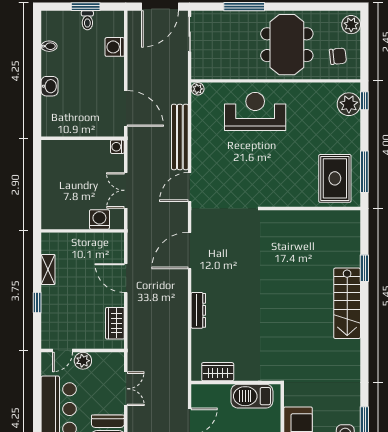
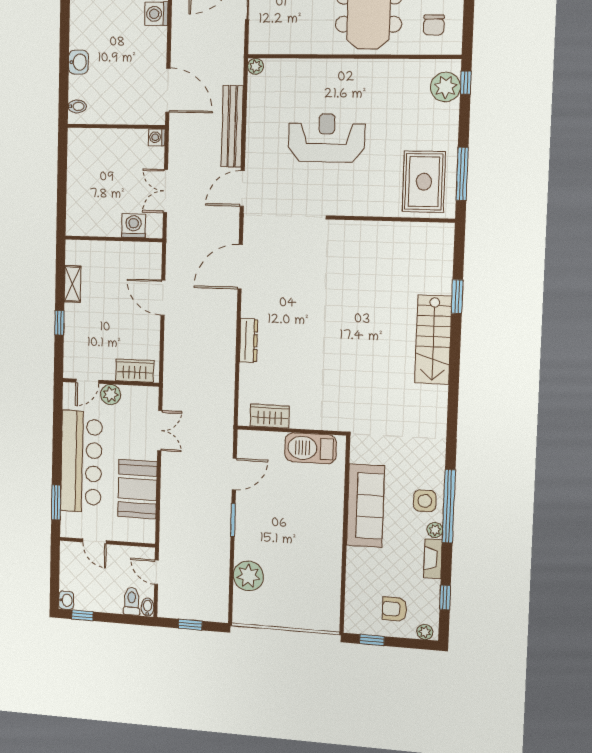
bidet: (49, 46) -> (77, 106), moved
chair: (338, 56) -> (434, 25), turned 96
reception desk: (255, 111) -> (326, 138), moved
wardrobe: (115, 323) -> (135, 371), moved, turned 90

